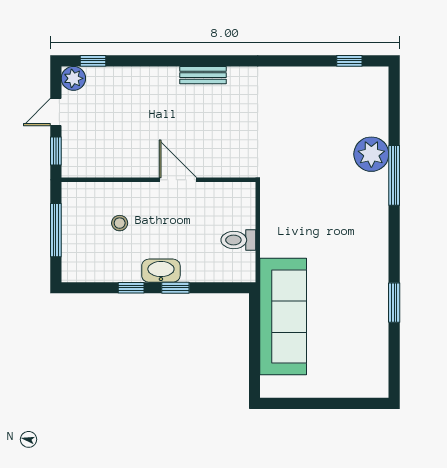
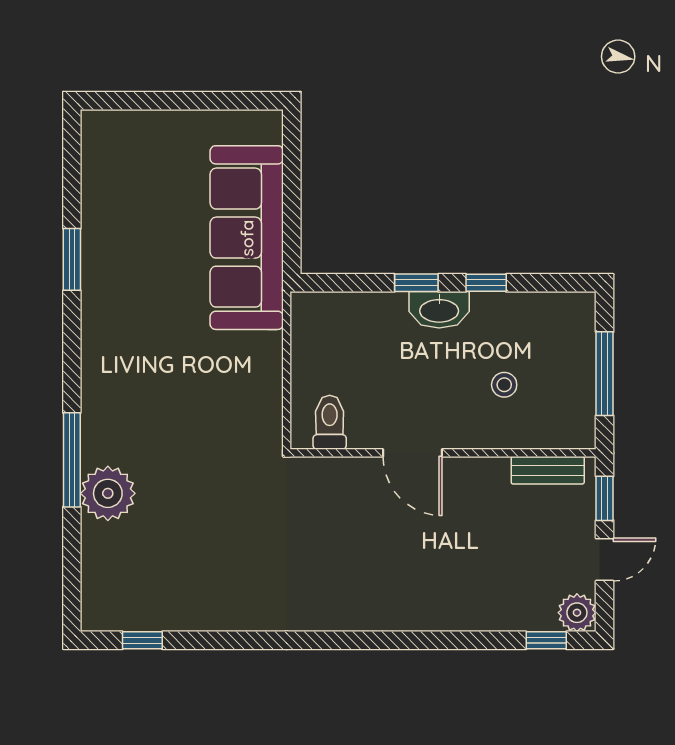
bench: (203, 75) -> (548, 470), moved
toilet: (238, 240) -> (330, 422), moved, turned -90

